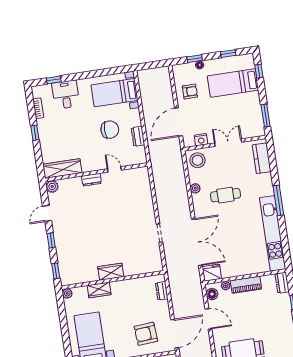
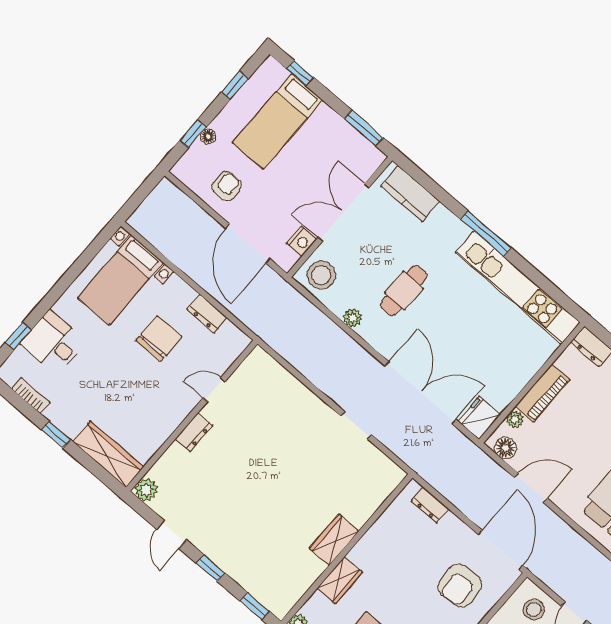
double door: (228, 143) -> (344, 212), width x1.37
wardrobe: (62, 169) -> (108, 454), moved, turned 90

